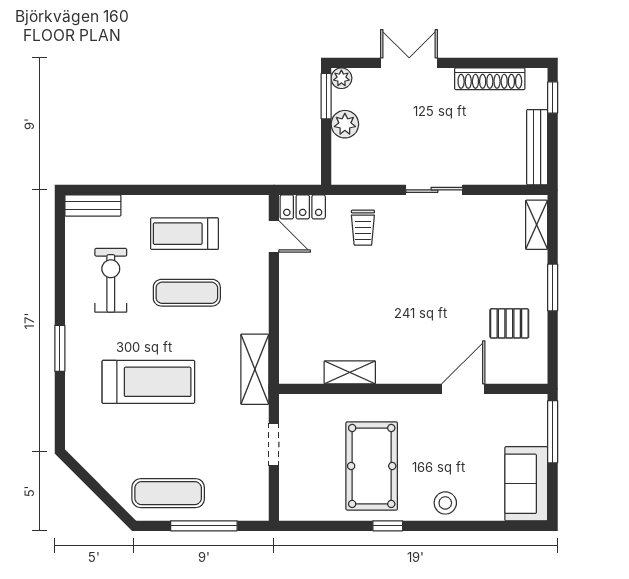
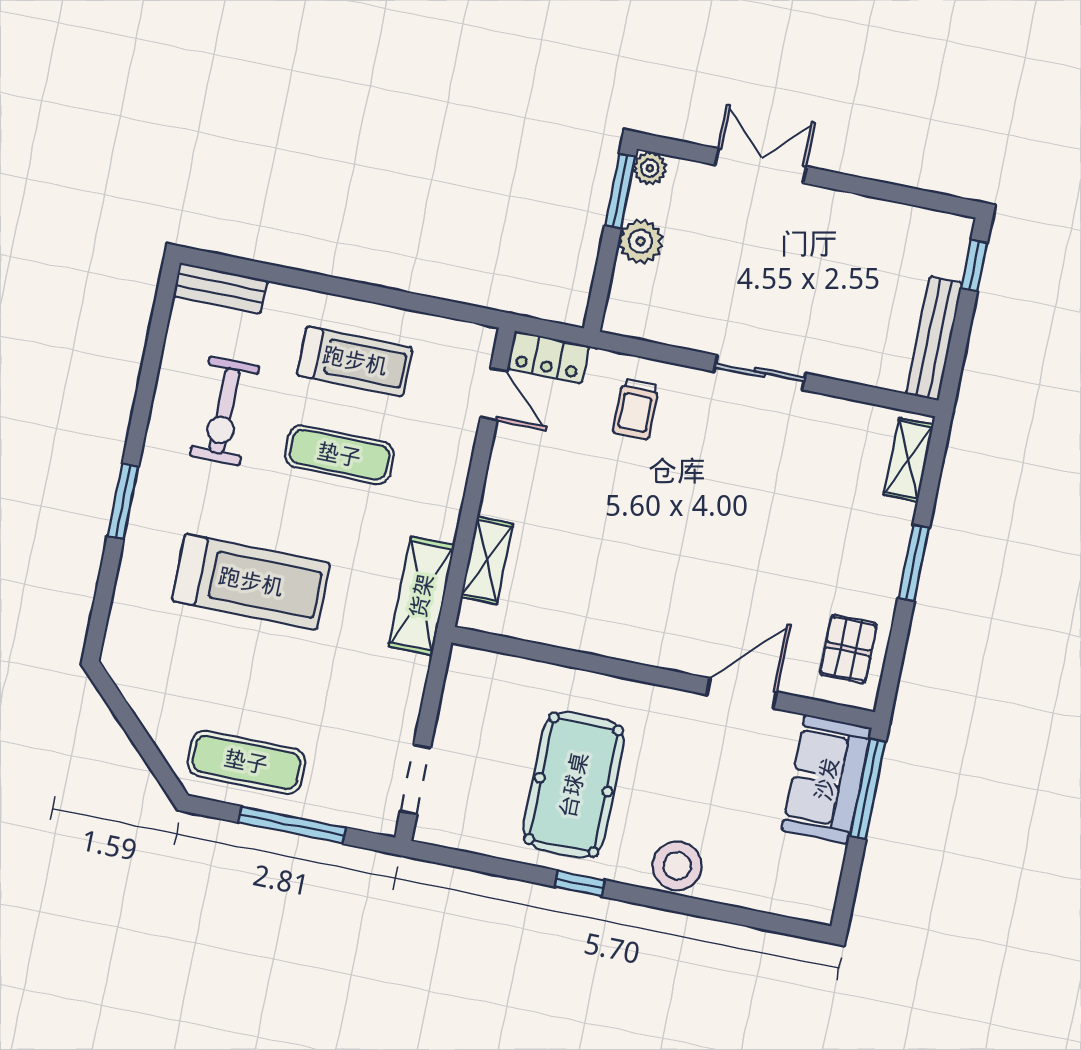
shoe rack: (490, 79) -> (882, 216), removed
treadmill: (184, 234) -> (355, 361), turned 180
exercise bike: (111, 280) -> (224, 411), turned 180
pallet: (509, 323) -> (848, 649), moved, turned 90
shelving: (350, 372) -> (487, 560), moved, turned 90
doorway: (274, 445) -> (415, 779), moved
sofa: (526, 484) -> (827, 779), moved
stool: (445, 503) -> (677, 866), width x1.38, depth x1.38

